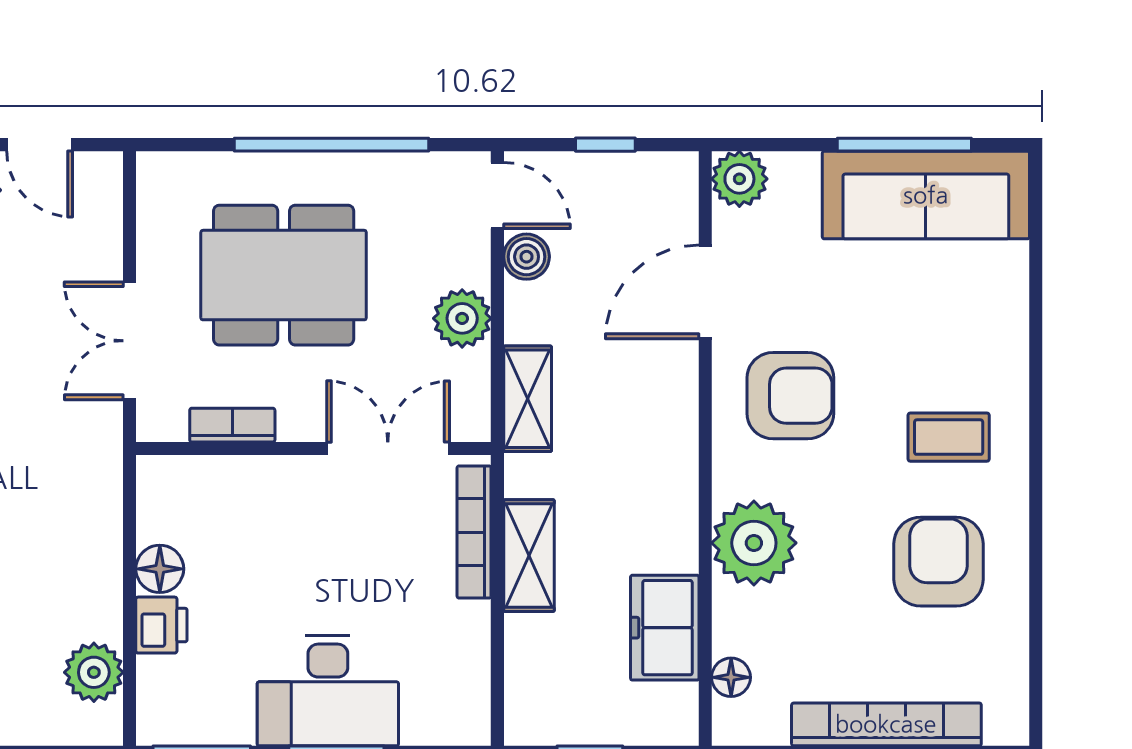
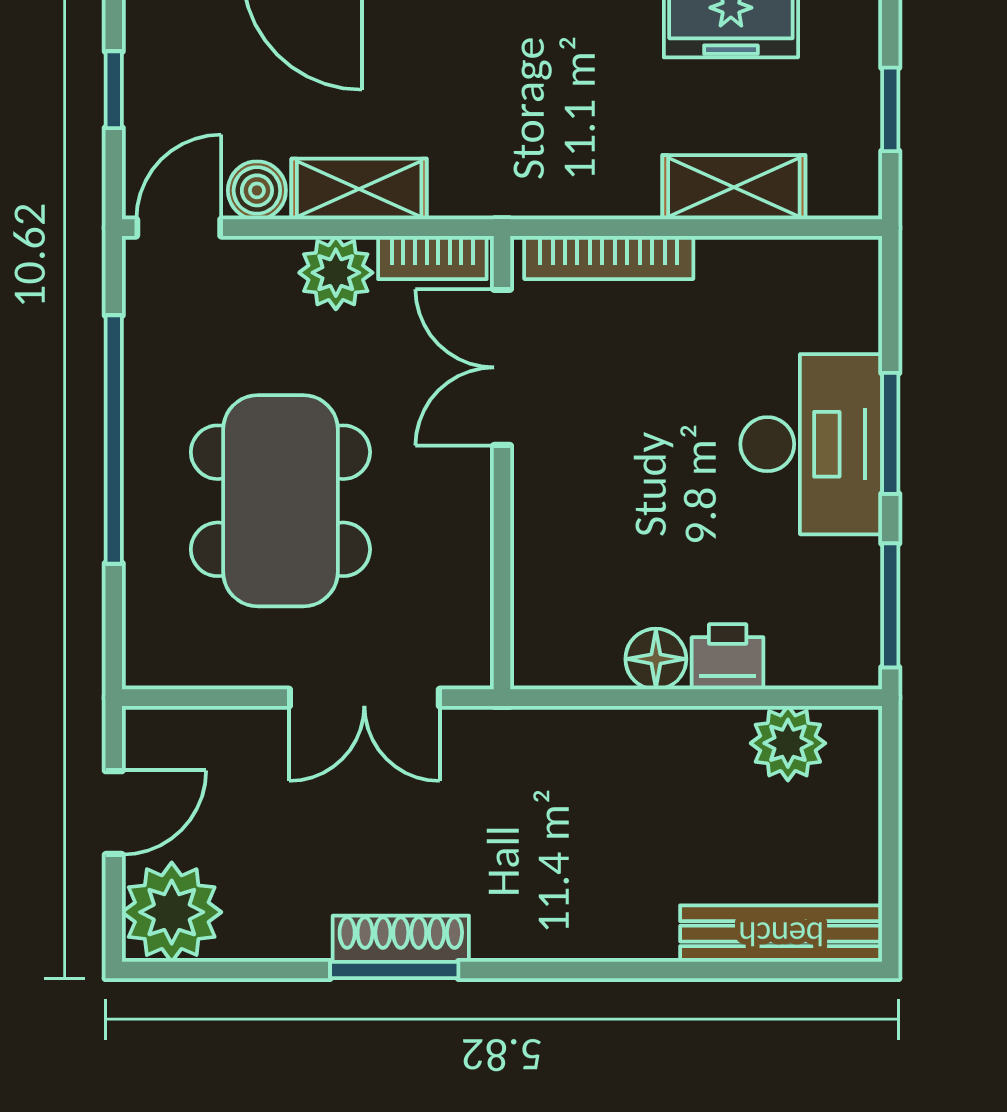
shelving: (528, 399) -> (359, 189), moved
bookcase: (232, 425) -> (432, 258), moved, turned -90
shelving: (529, 556) -> (734, 187), moved

